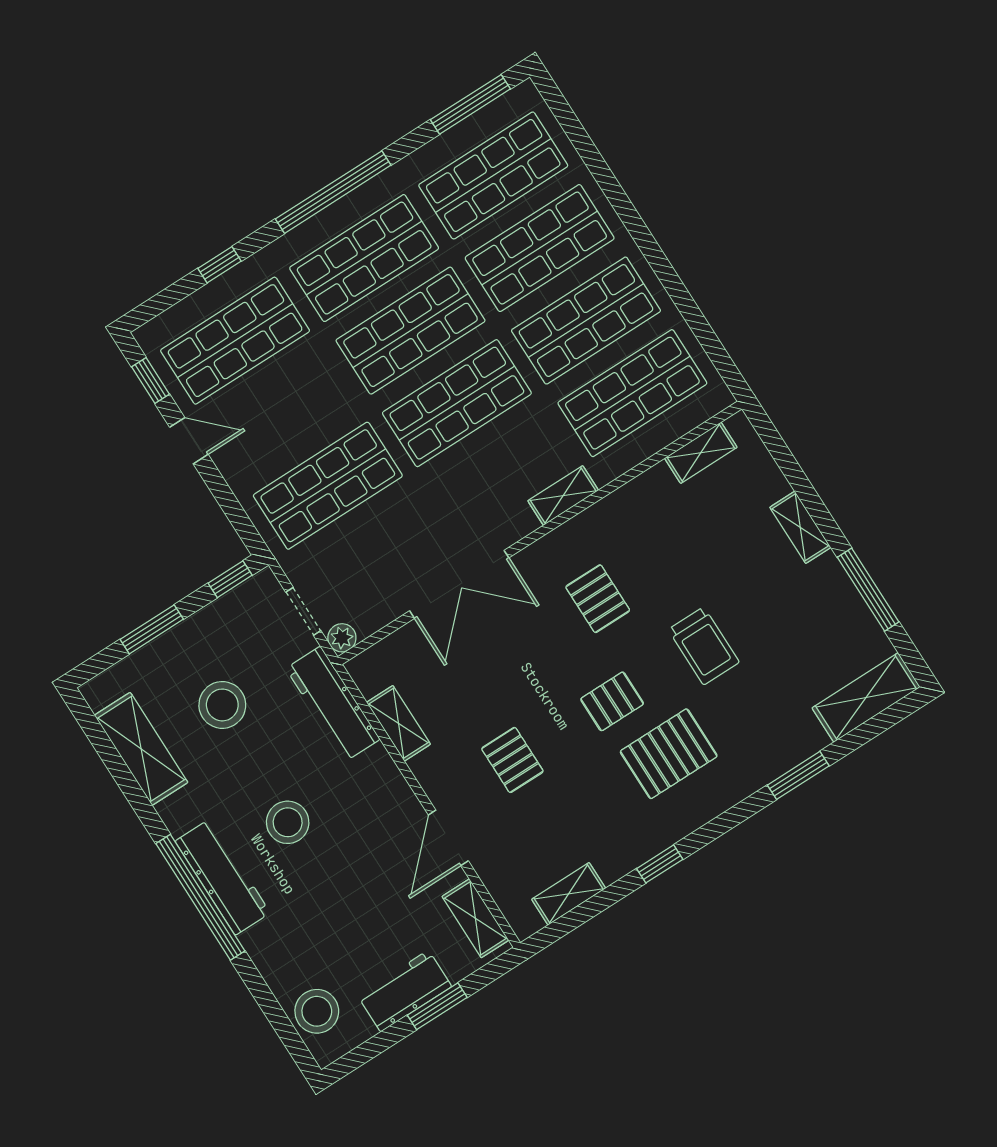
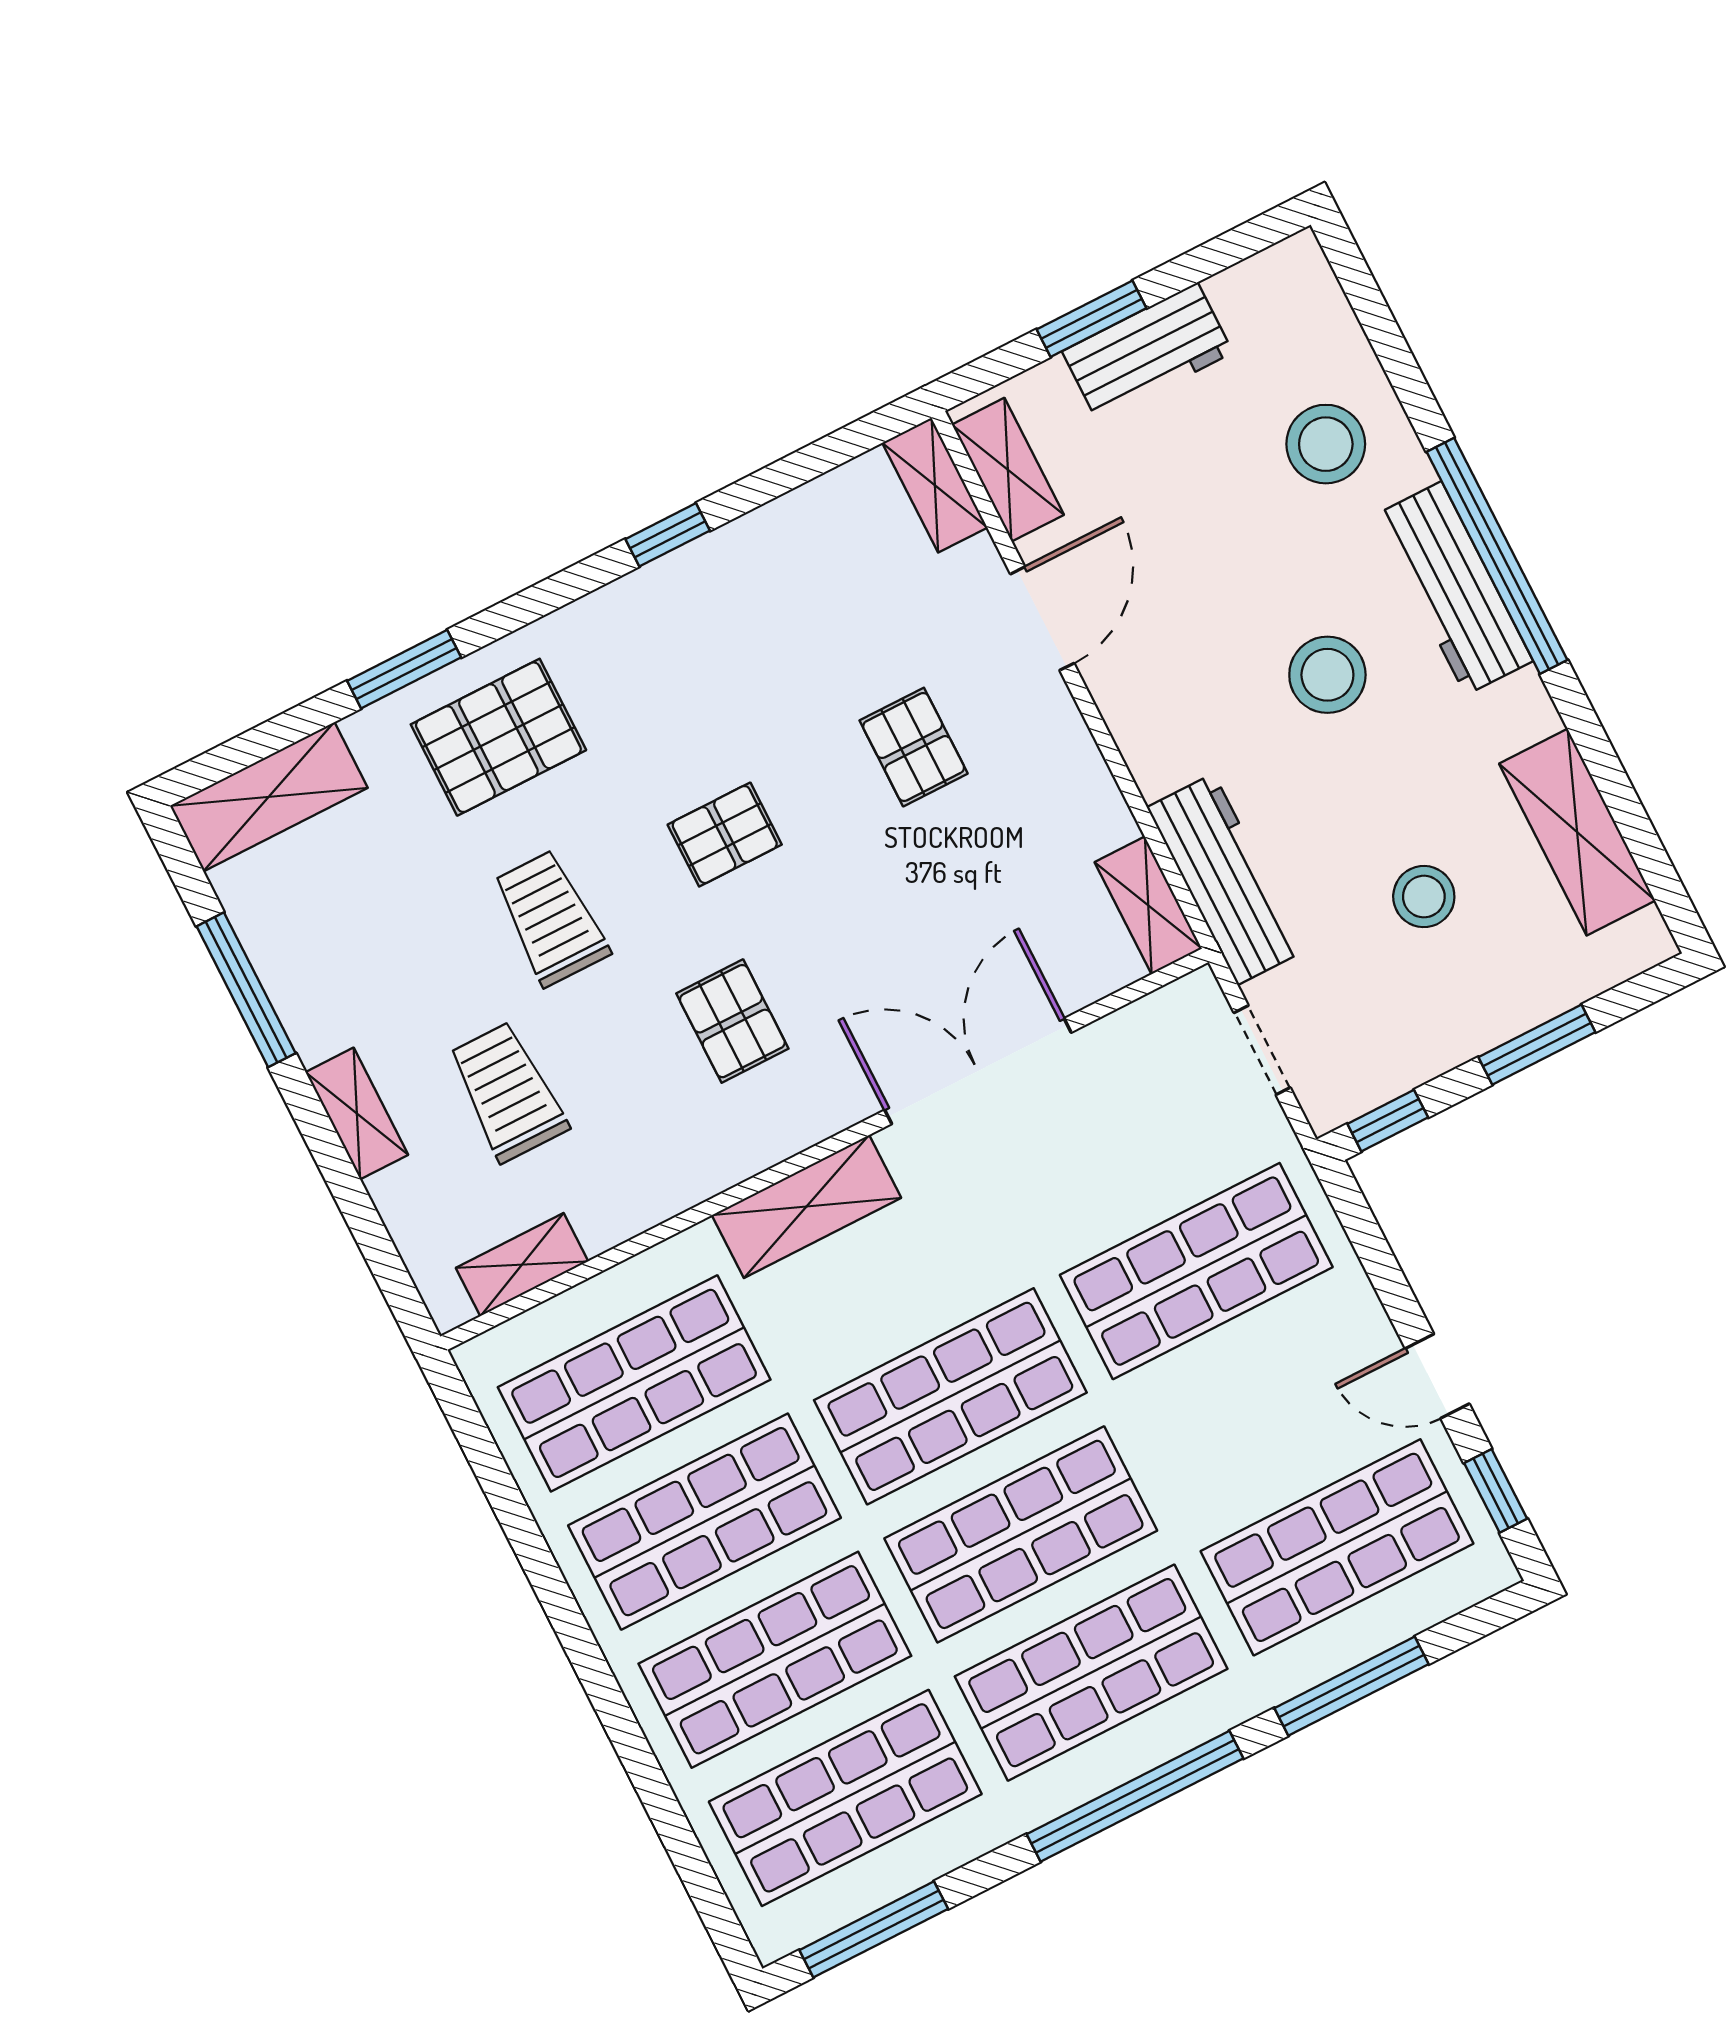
window: (220, 265) -> (1351, 1686), width x2.17
shelving: (563, 496) -> (807, 1206), width x1.50, depth x1.33
trolley: (718, 547) -> (508, 1092), added
plant: (342, 638) -> (1198, 996), removed
stool: (222, 705) -> (1424, 897), width x0.73, depth x0.73
shelving: (399, 723) -> (1148, 905), moved
pallet: (669, 754) -> (498, 737), moved
shelving: (569, 894) -> (935, 485), moved, turned 90
stool: (317, 1011) -> (1326, 444), moved

